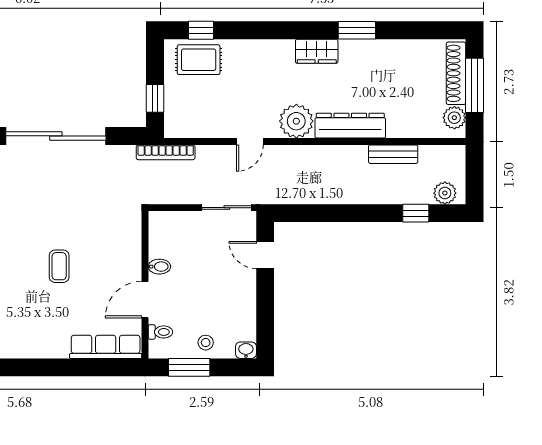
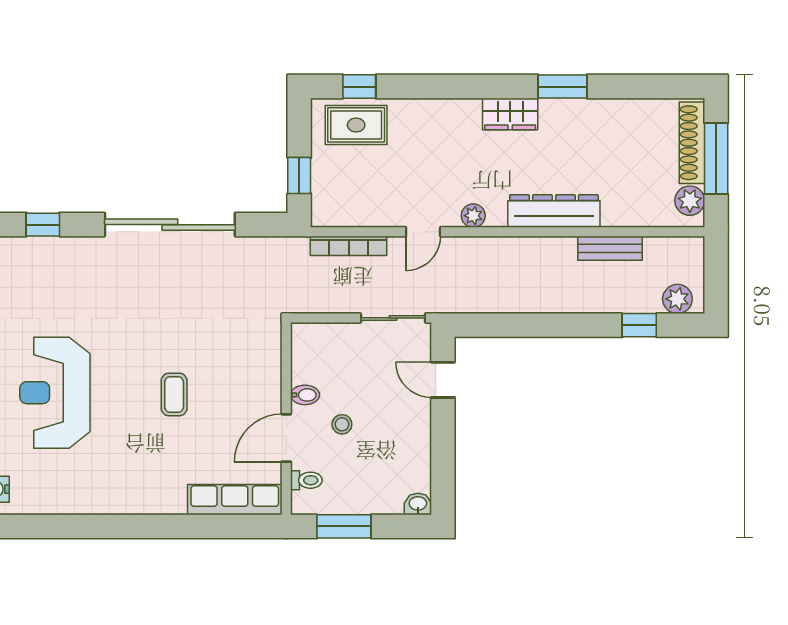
plant: (296, 121) -> (473, 216), width x0.53, depth x0.53
bookcase: (166, 152) -> (349, 246), moved
stool: (206, 343) -> (342, 424), moved

